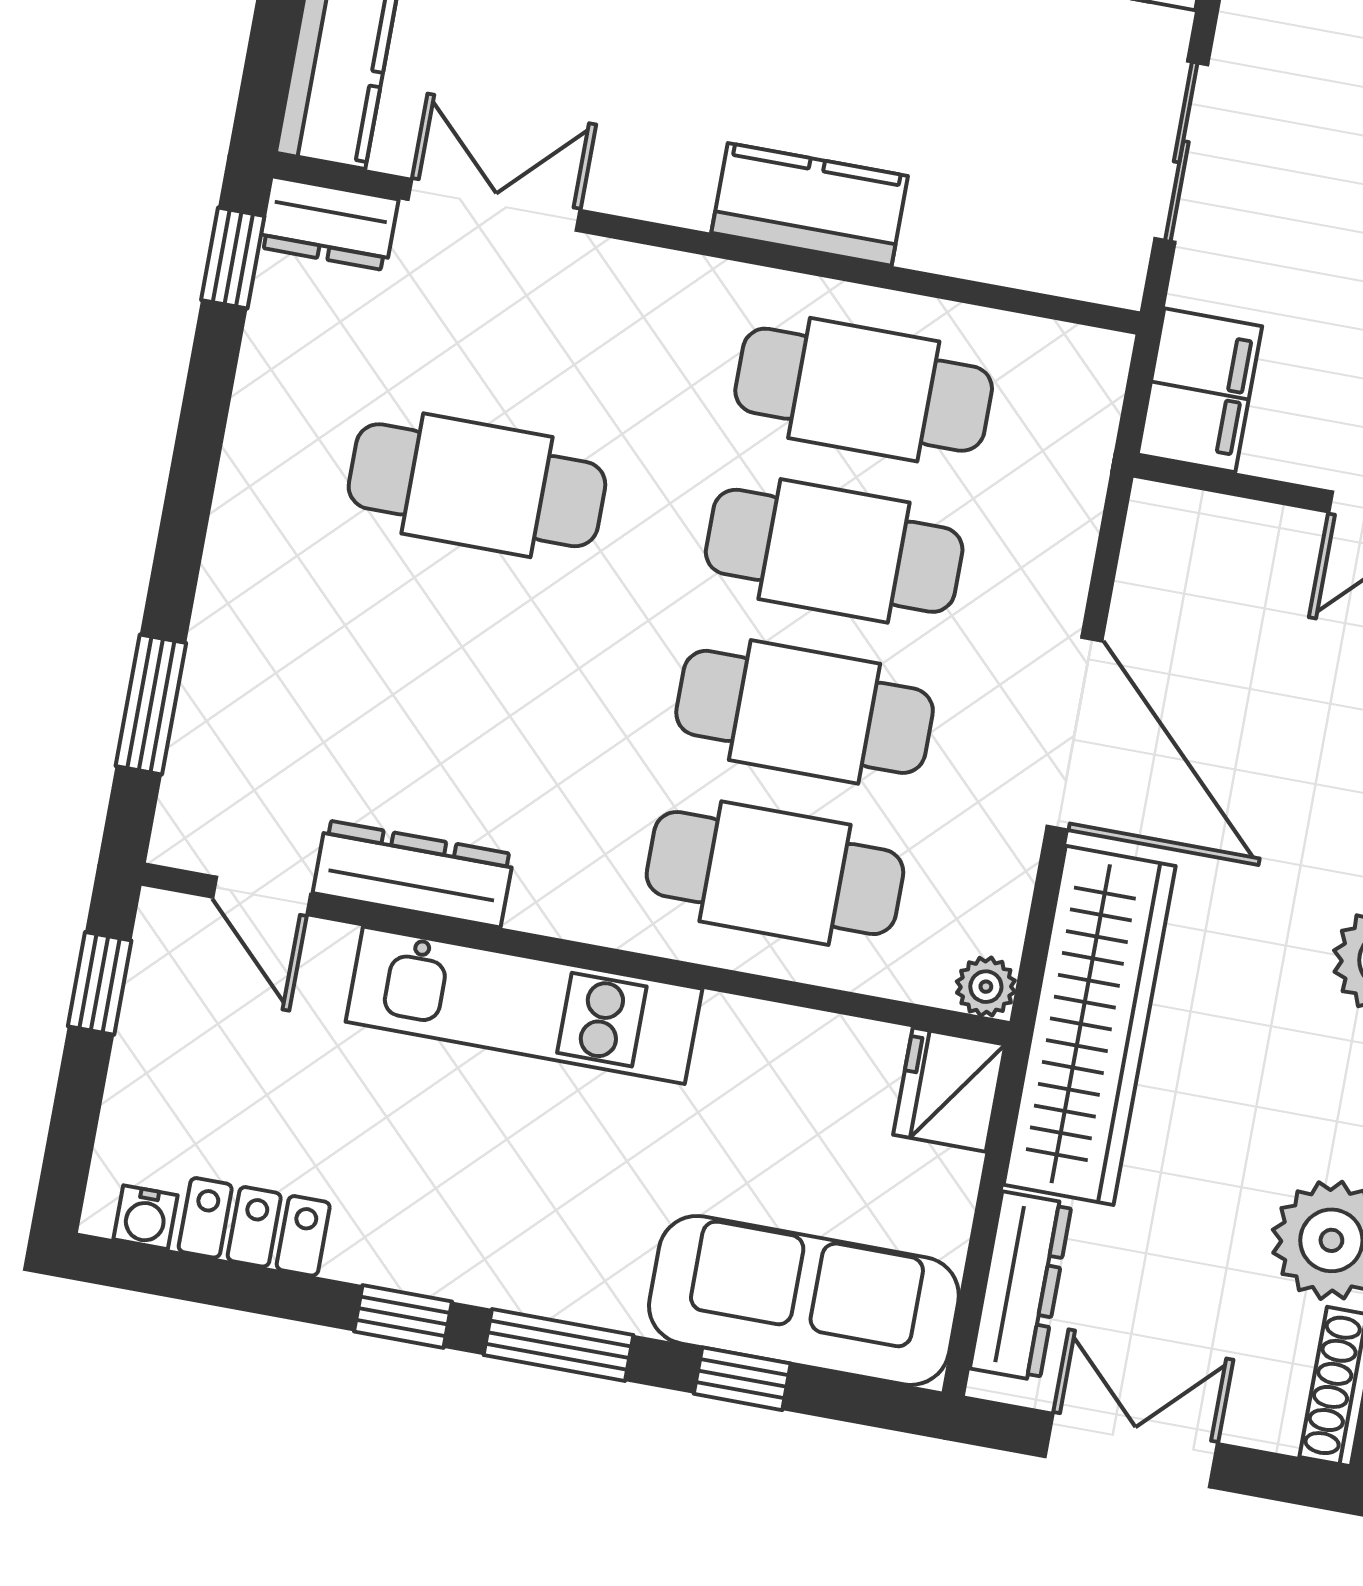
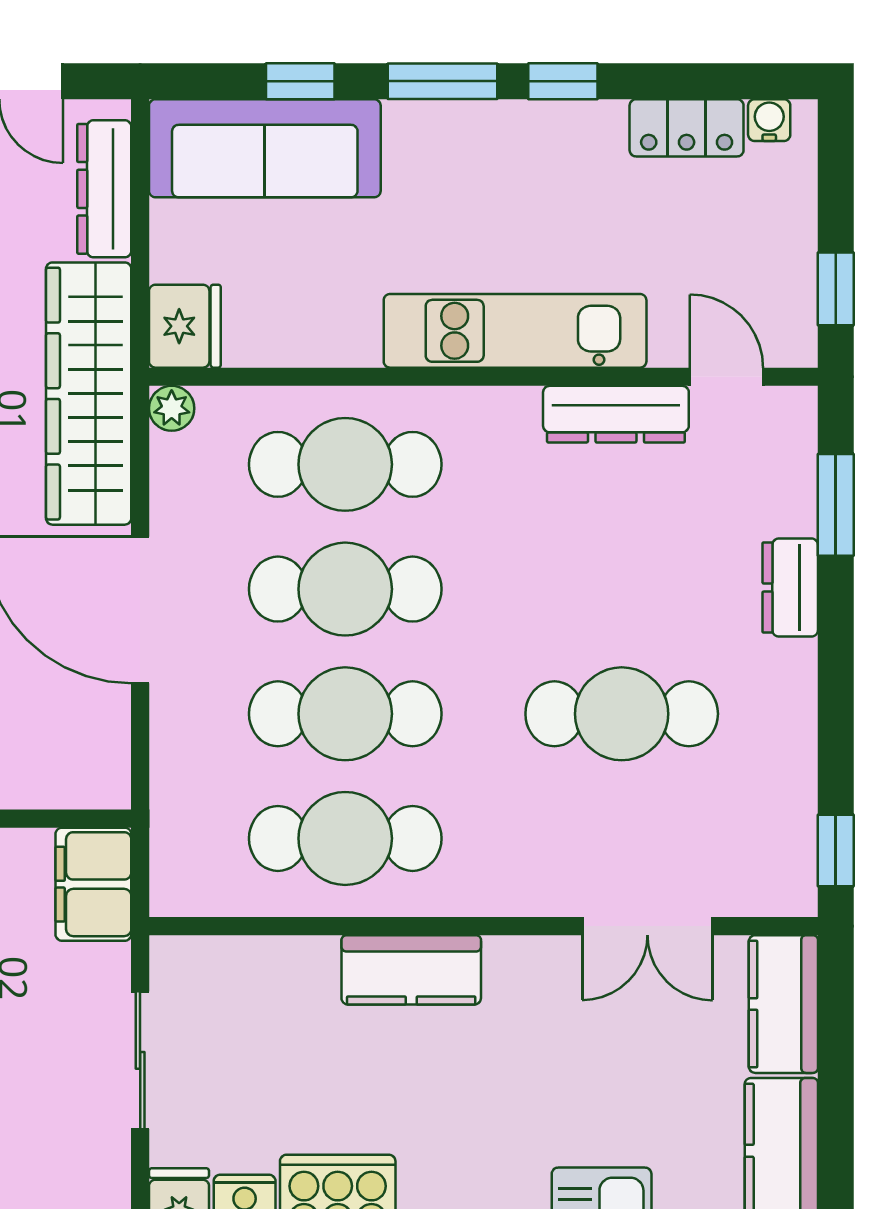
dresser: (329, 223) -> (790, 588), moved, turned -90

